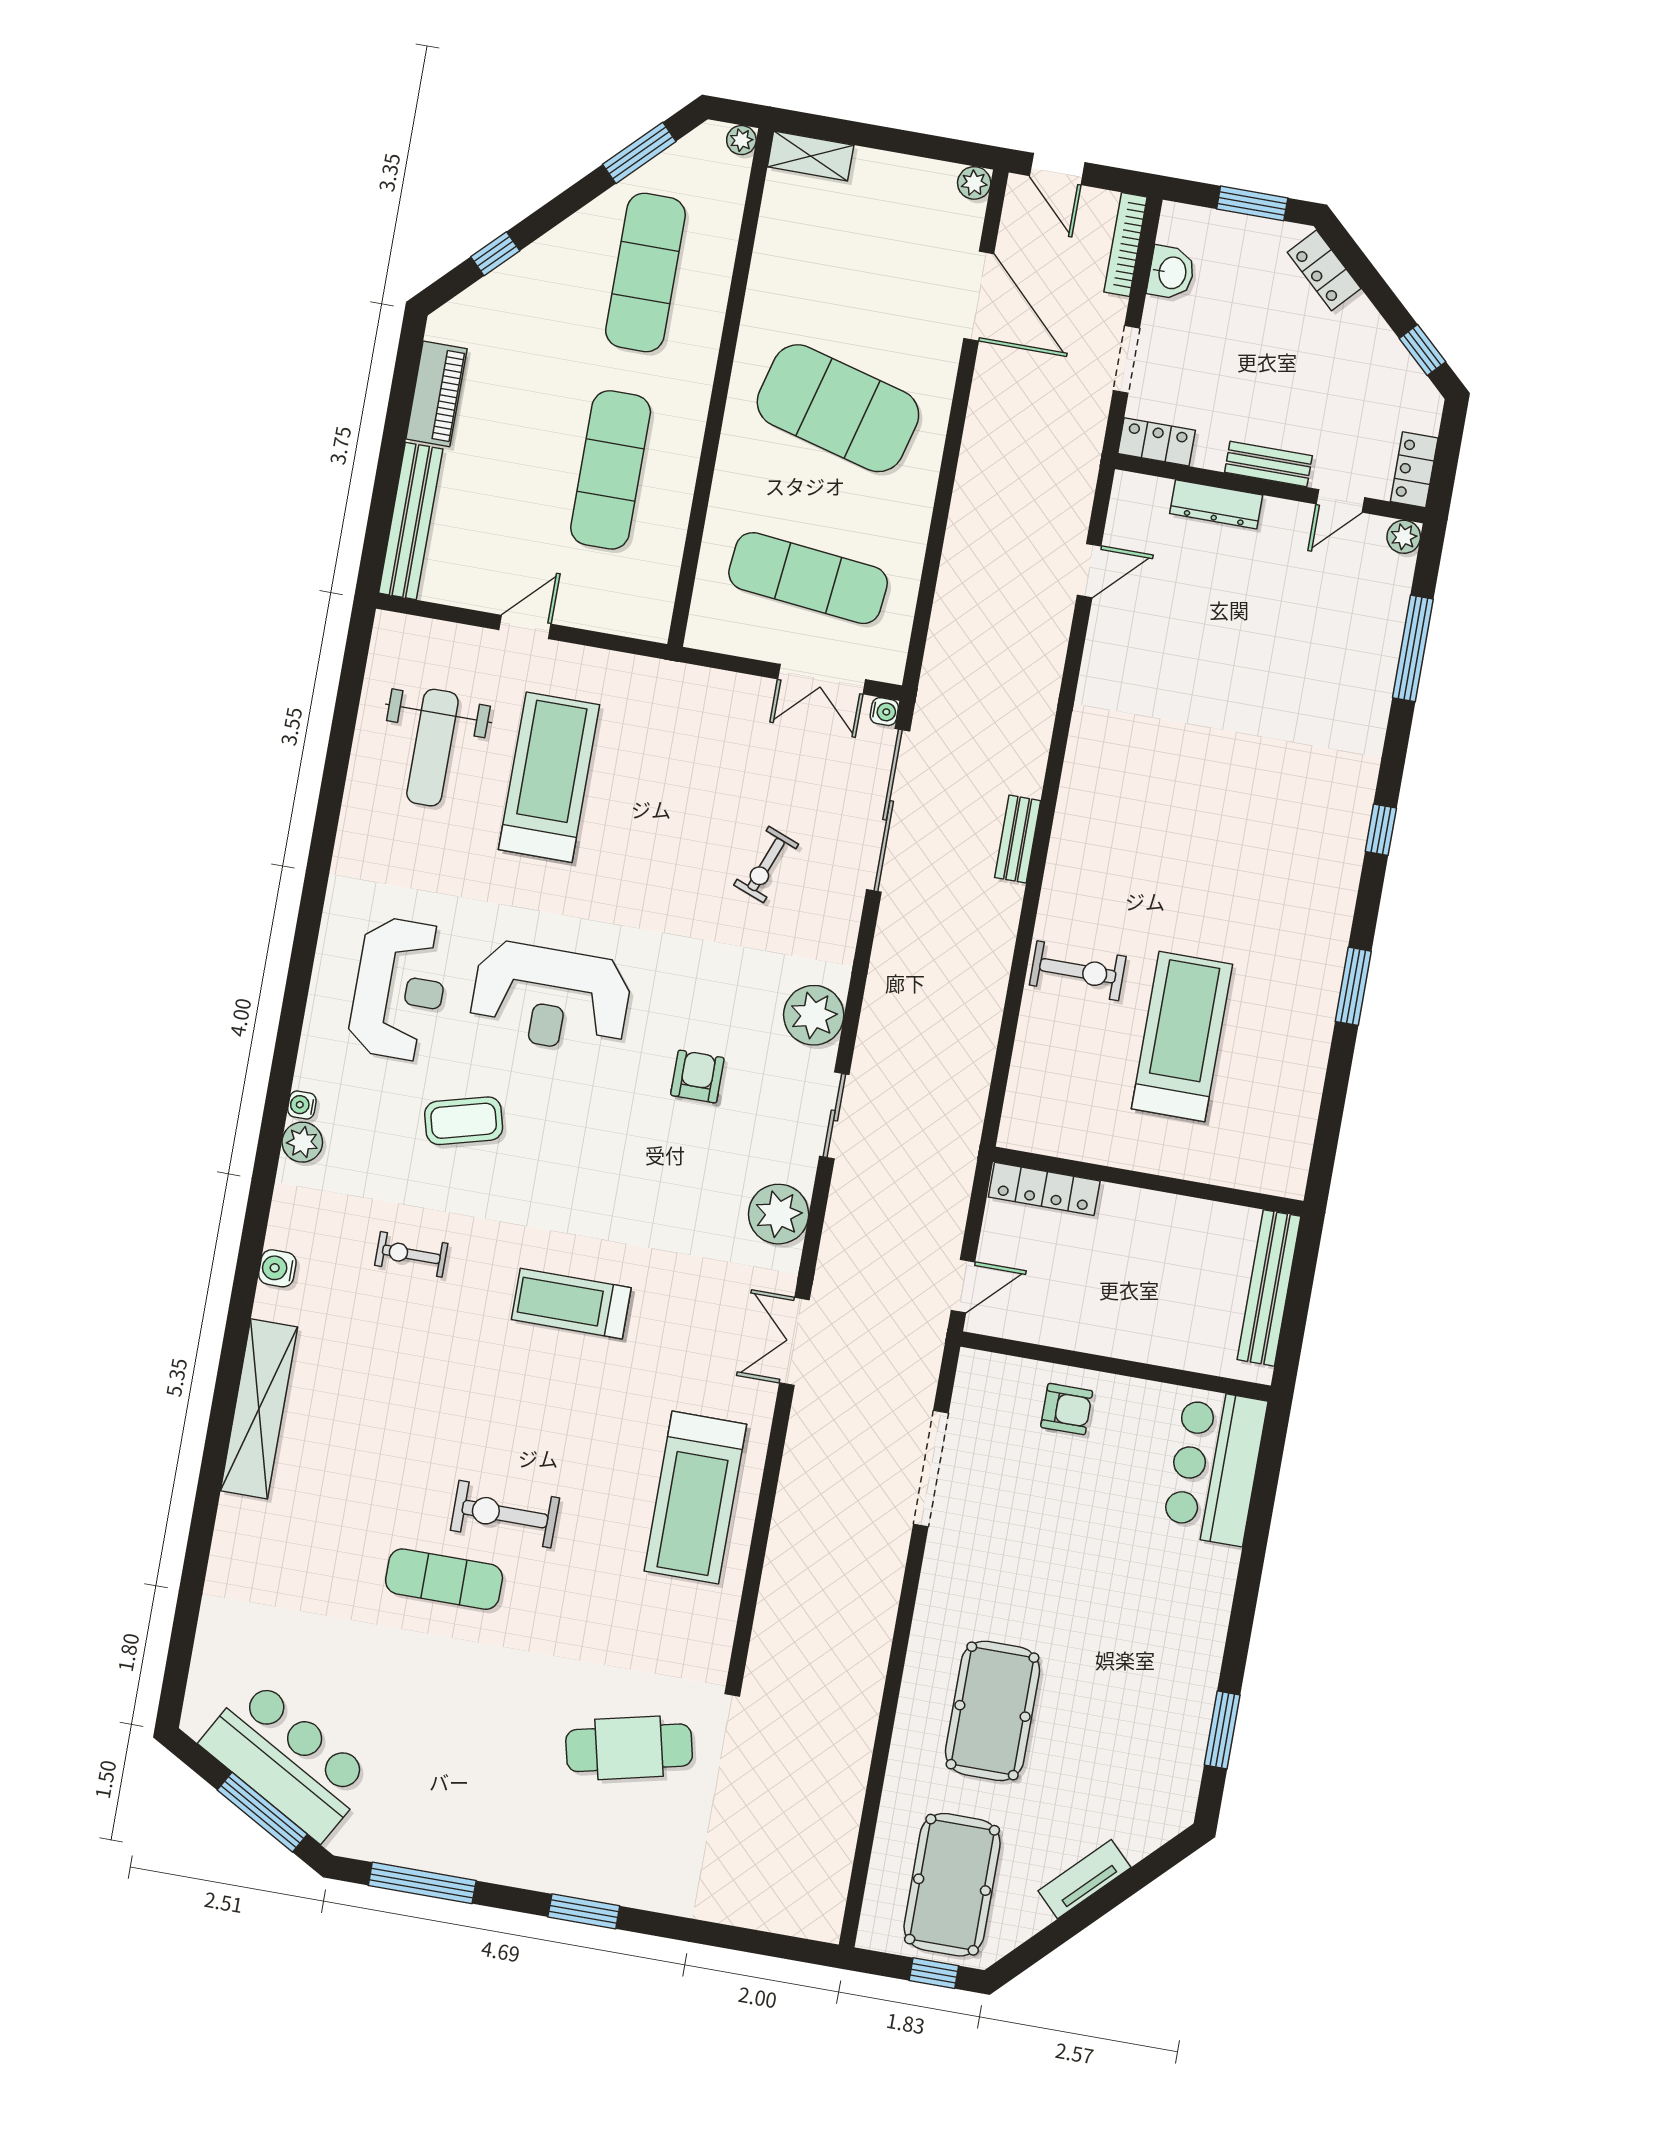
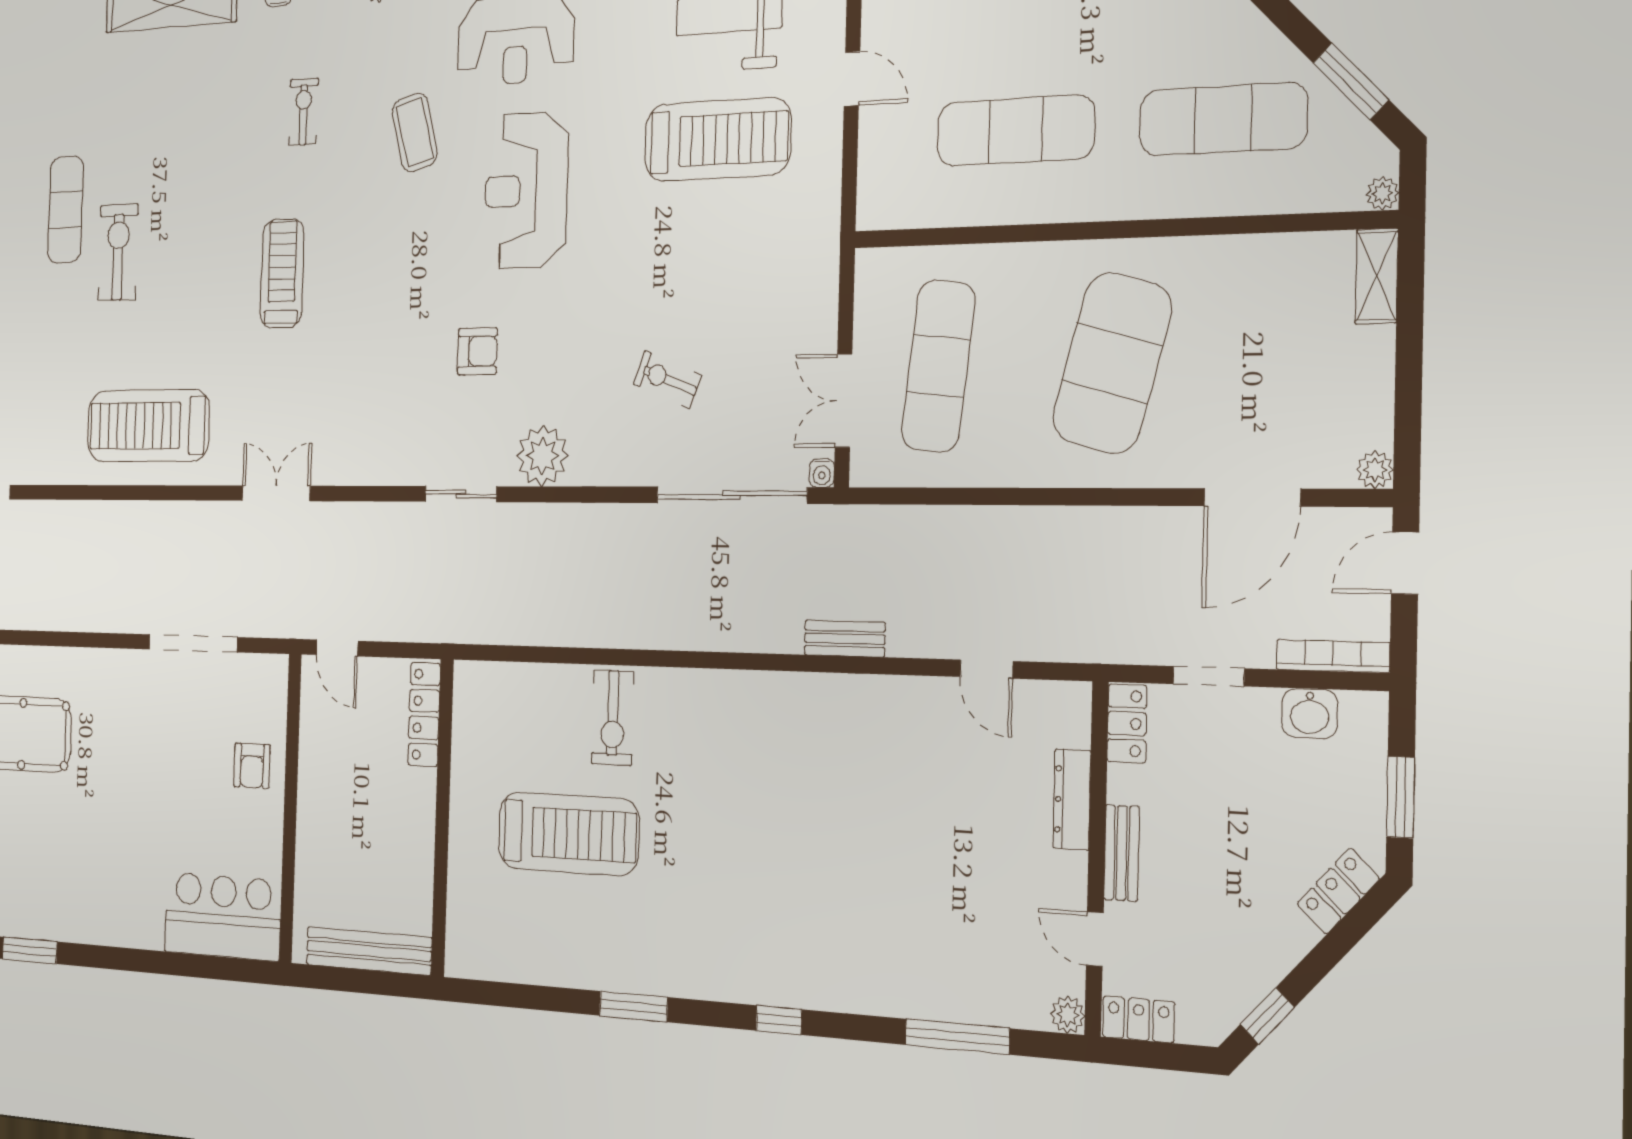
bench: (1018, 839) -> (845, 639), moved
plant: (779, 1214) -> (374, 456), removed

